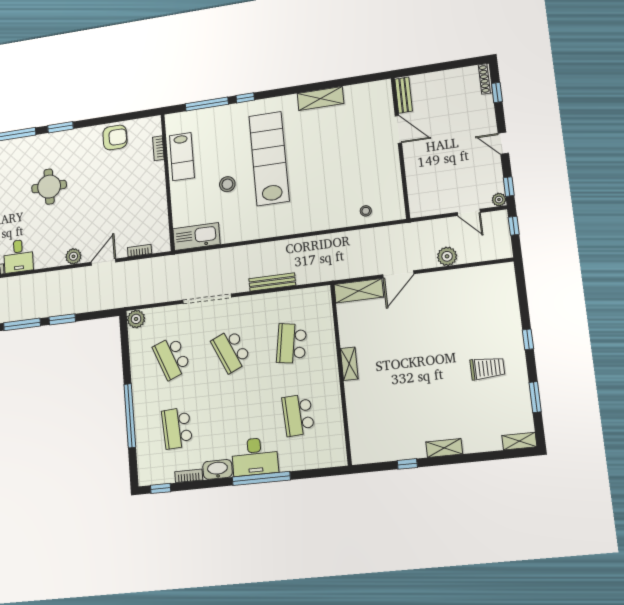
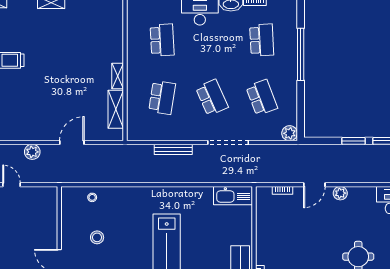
stool: (227, 184) -> (97, 237), moved
shelving: (359, 291) -> (116, 109), moved, turned 90

